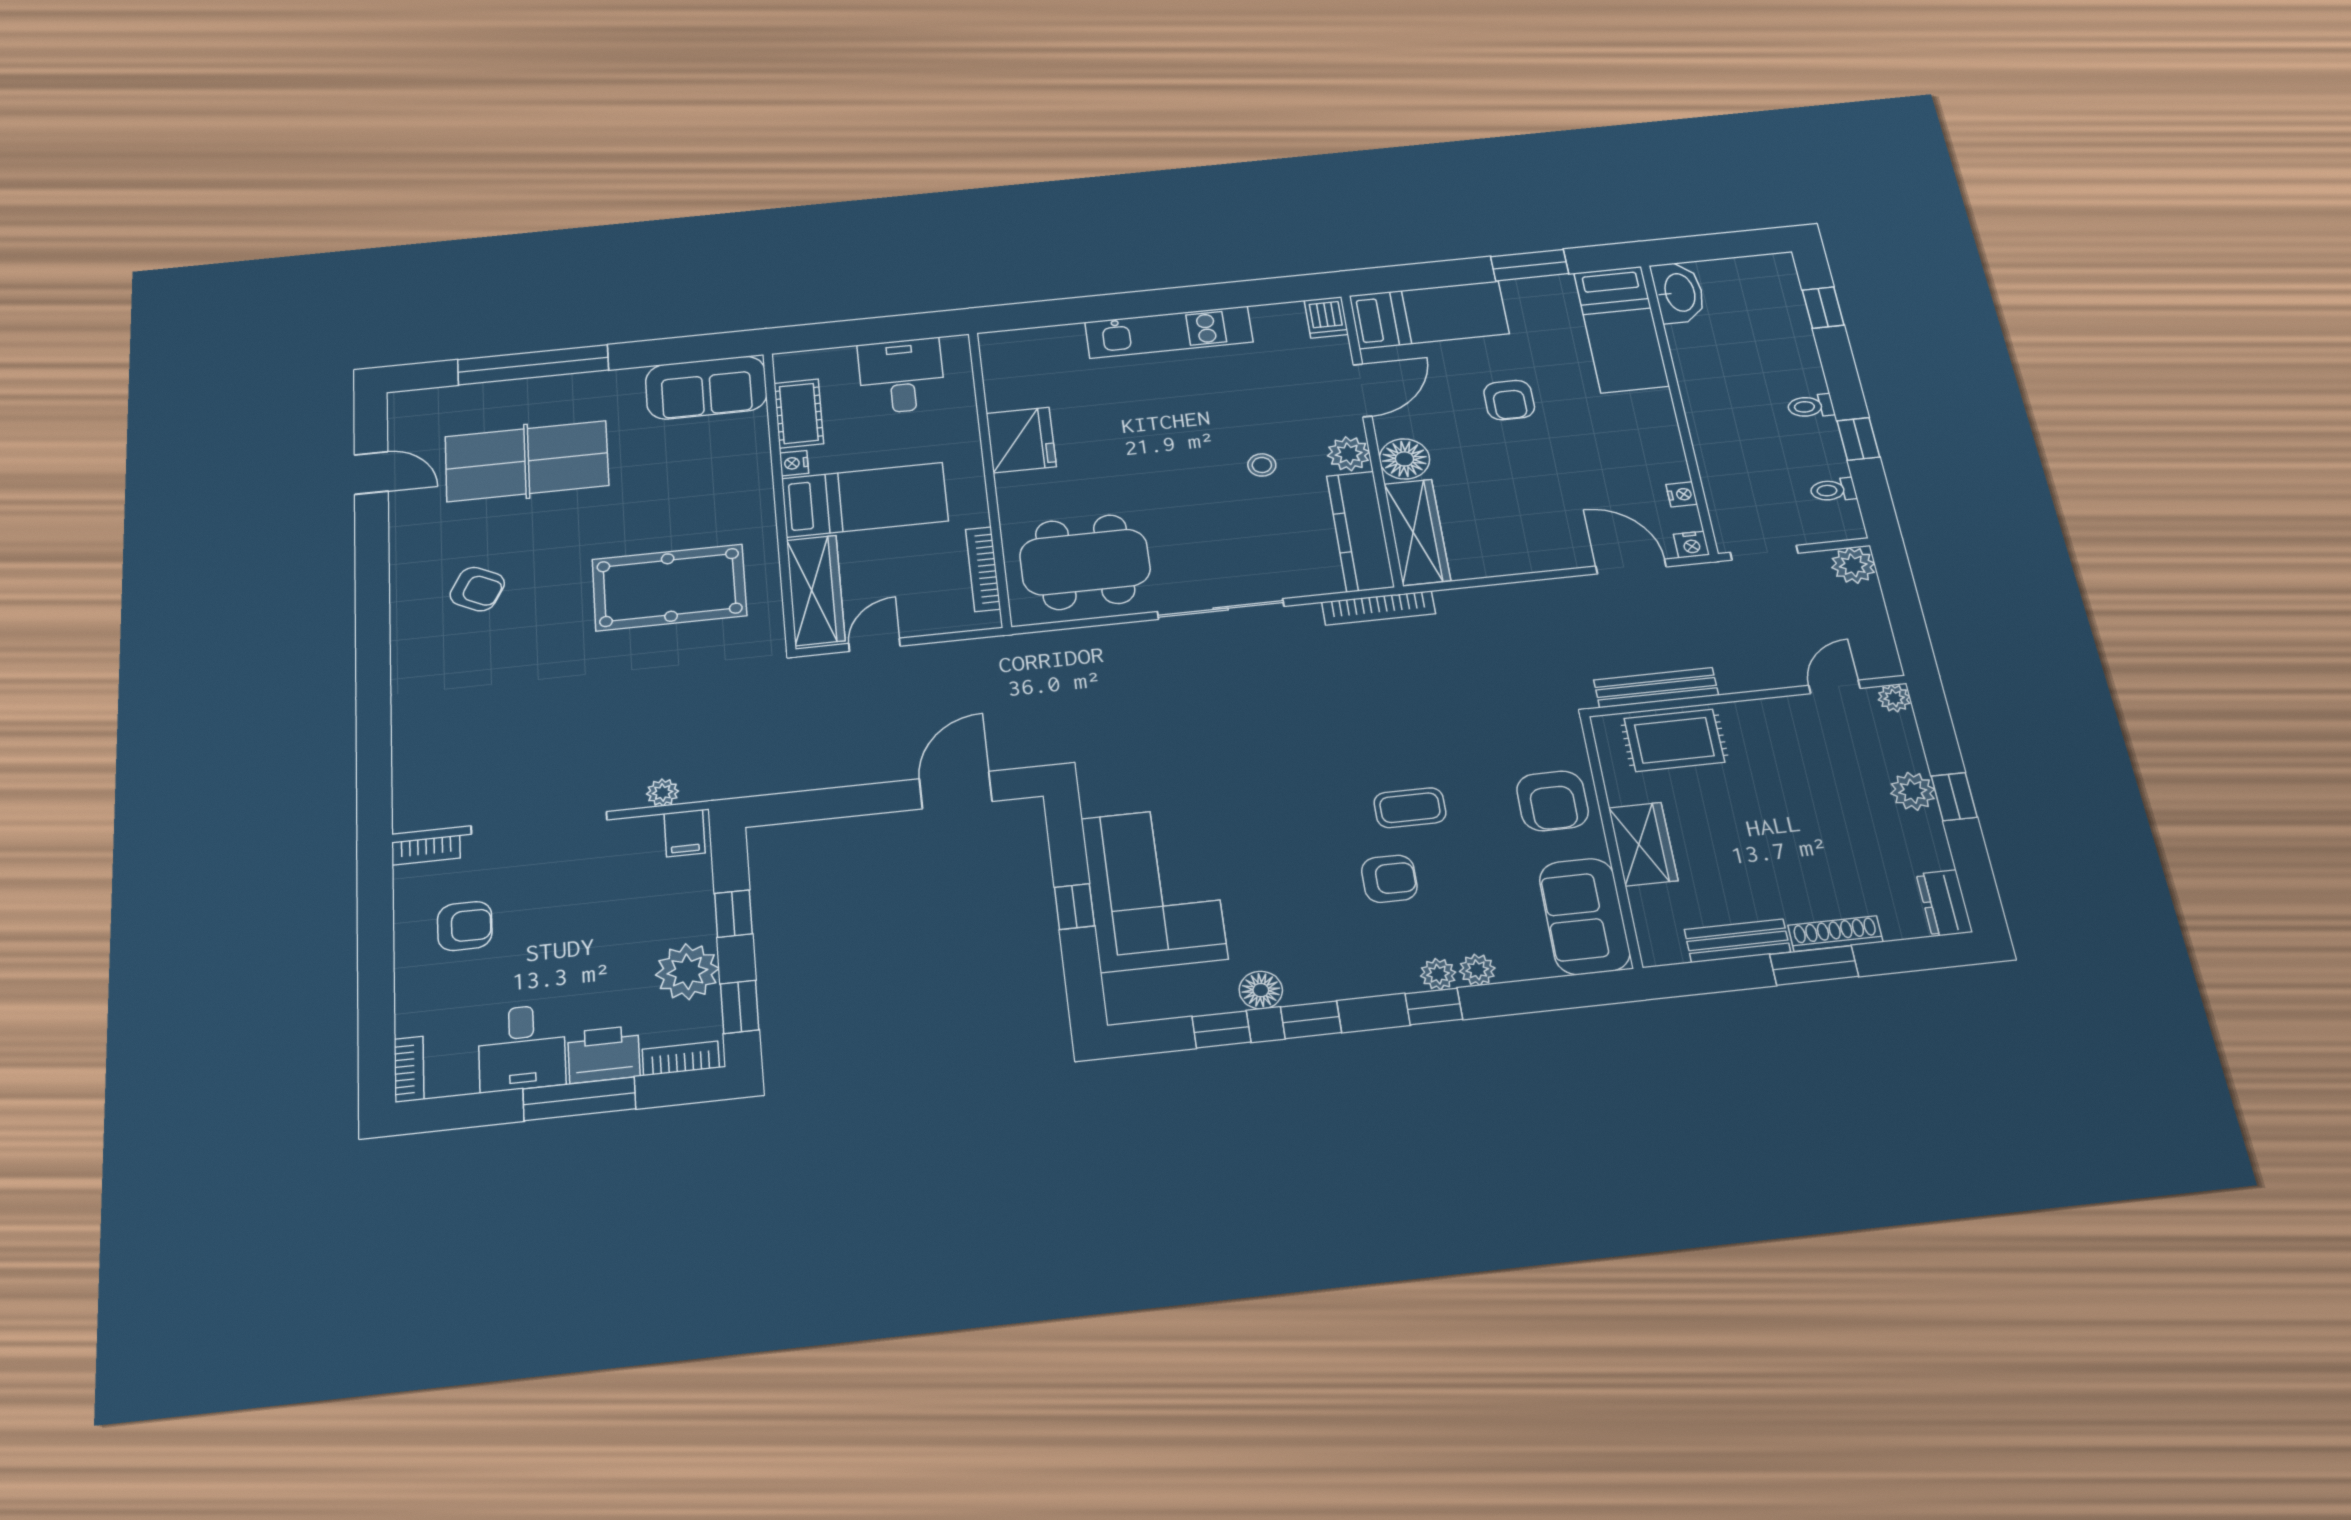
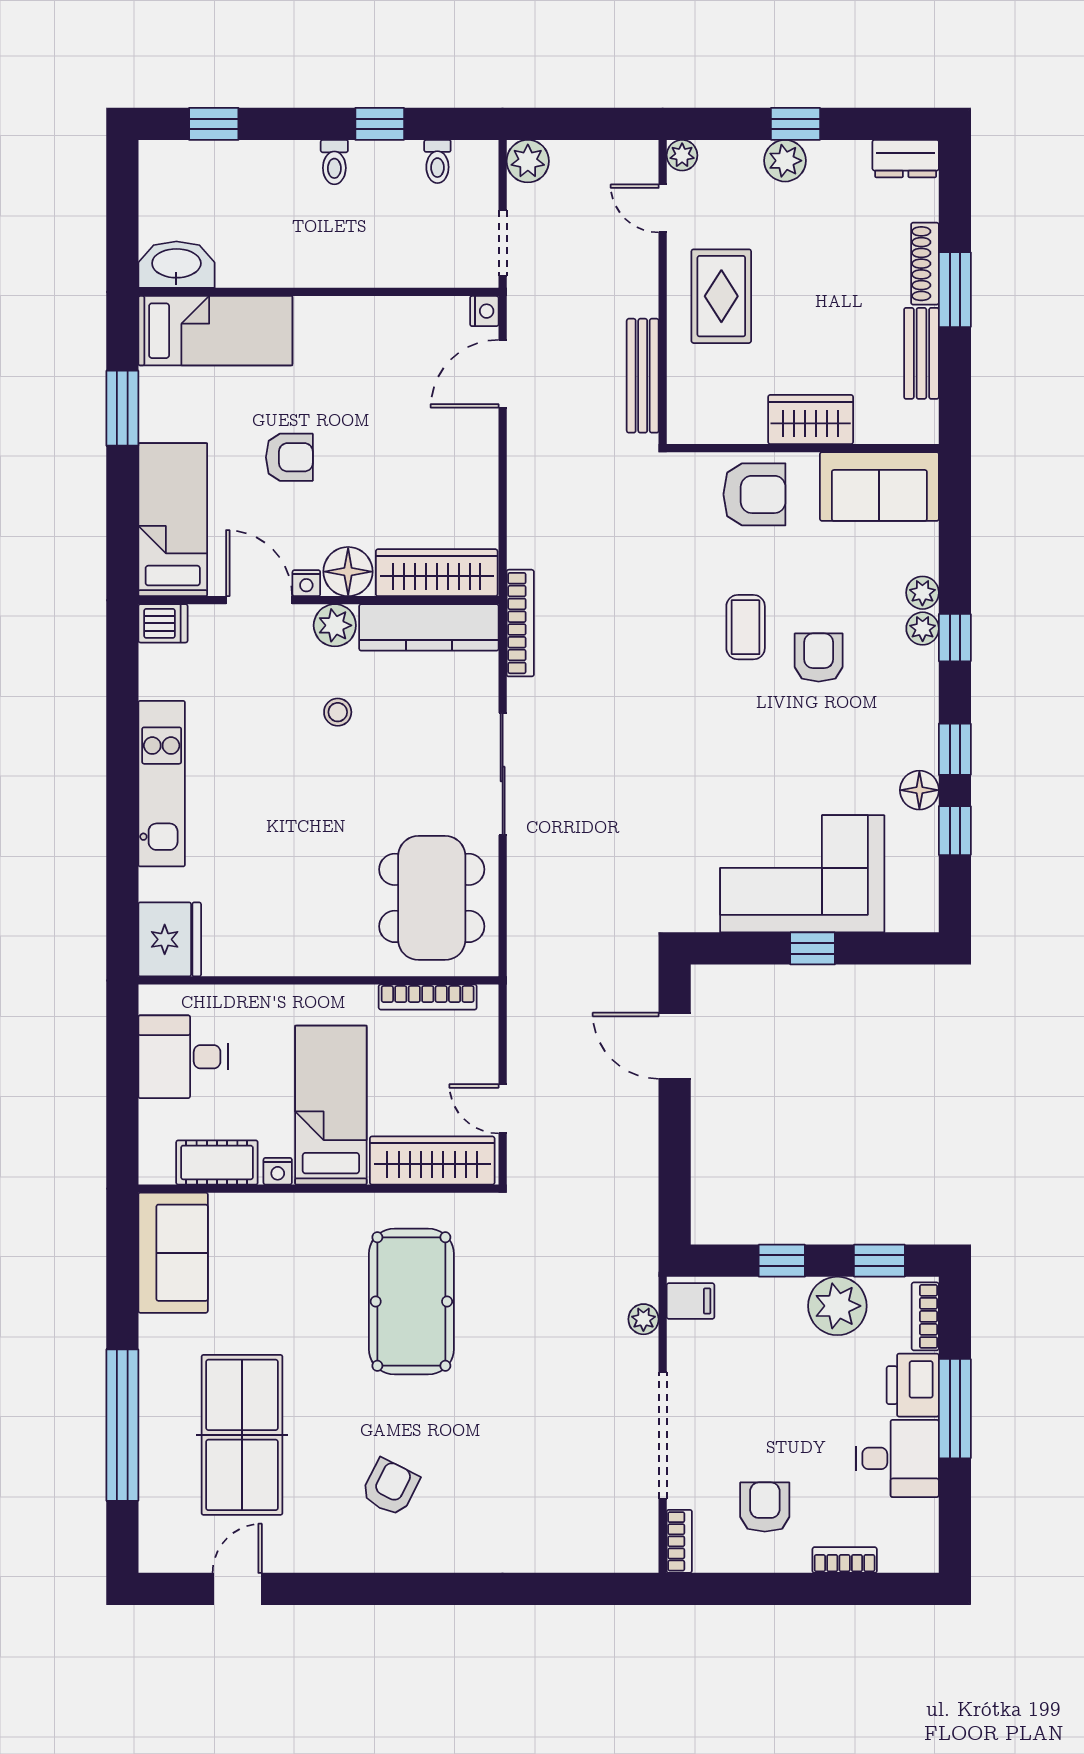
fridge: (1021, 440) -> (170, 939), moved, turned 90
nightstand: (1682, 494) -> (306, 583), moved, turned 180
rug: (1674, 740) -> (721, 296), moved
bookcase: (409, 1069) -> (845, 1560), moved

